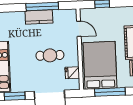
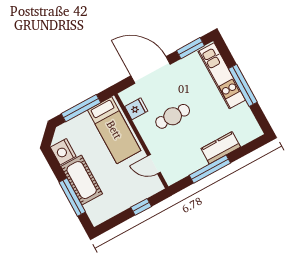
kitchen counter: (39, 17) -> (221, 148), moved
bed: (100, 65) -> (114, 130), width x0.67

